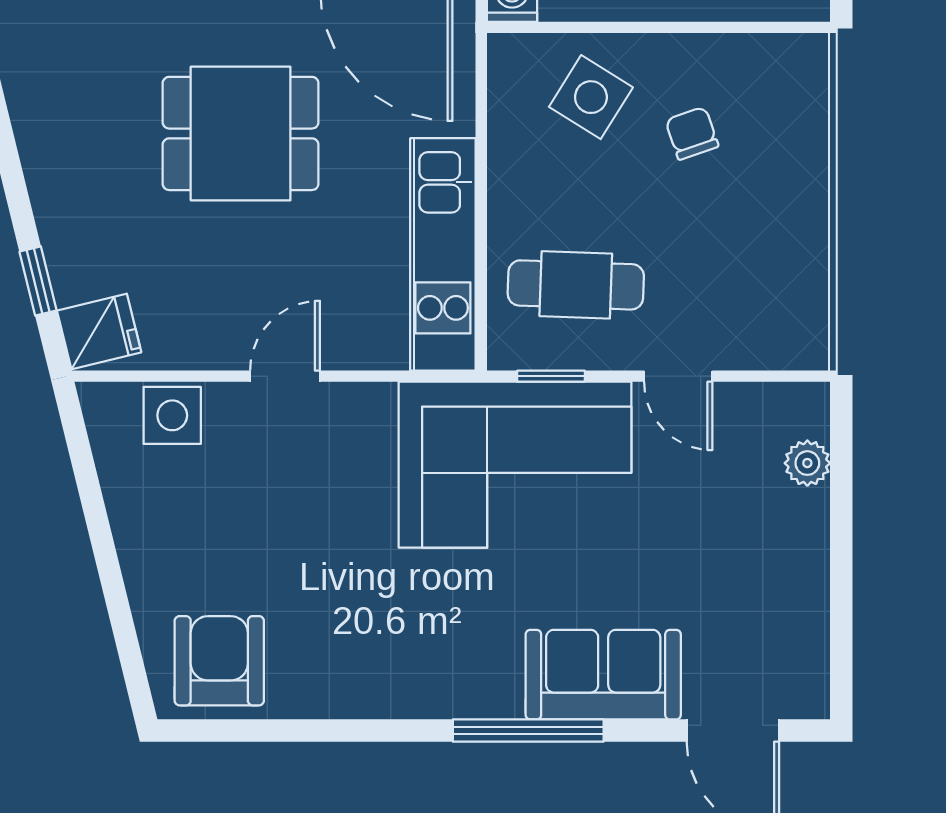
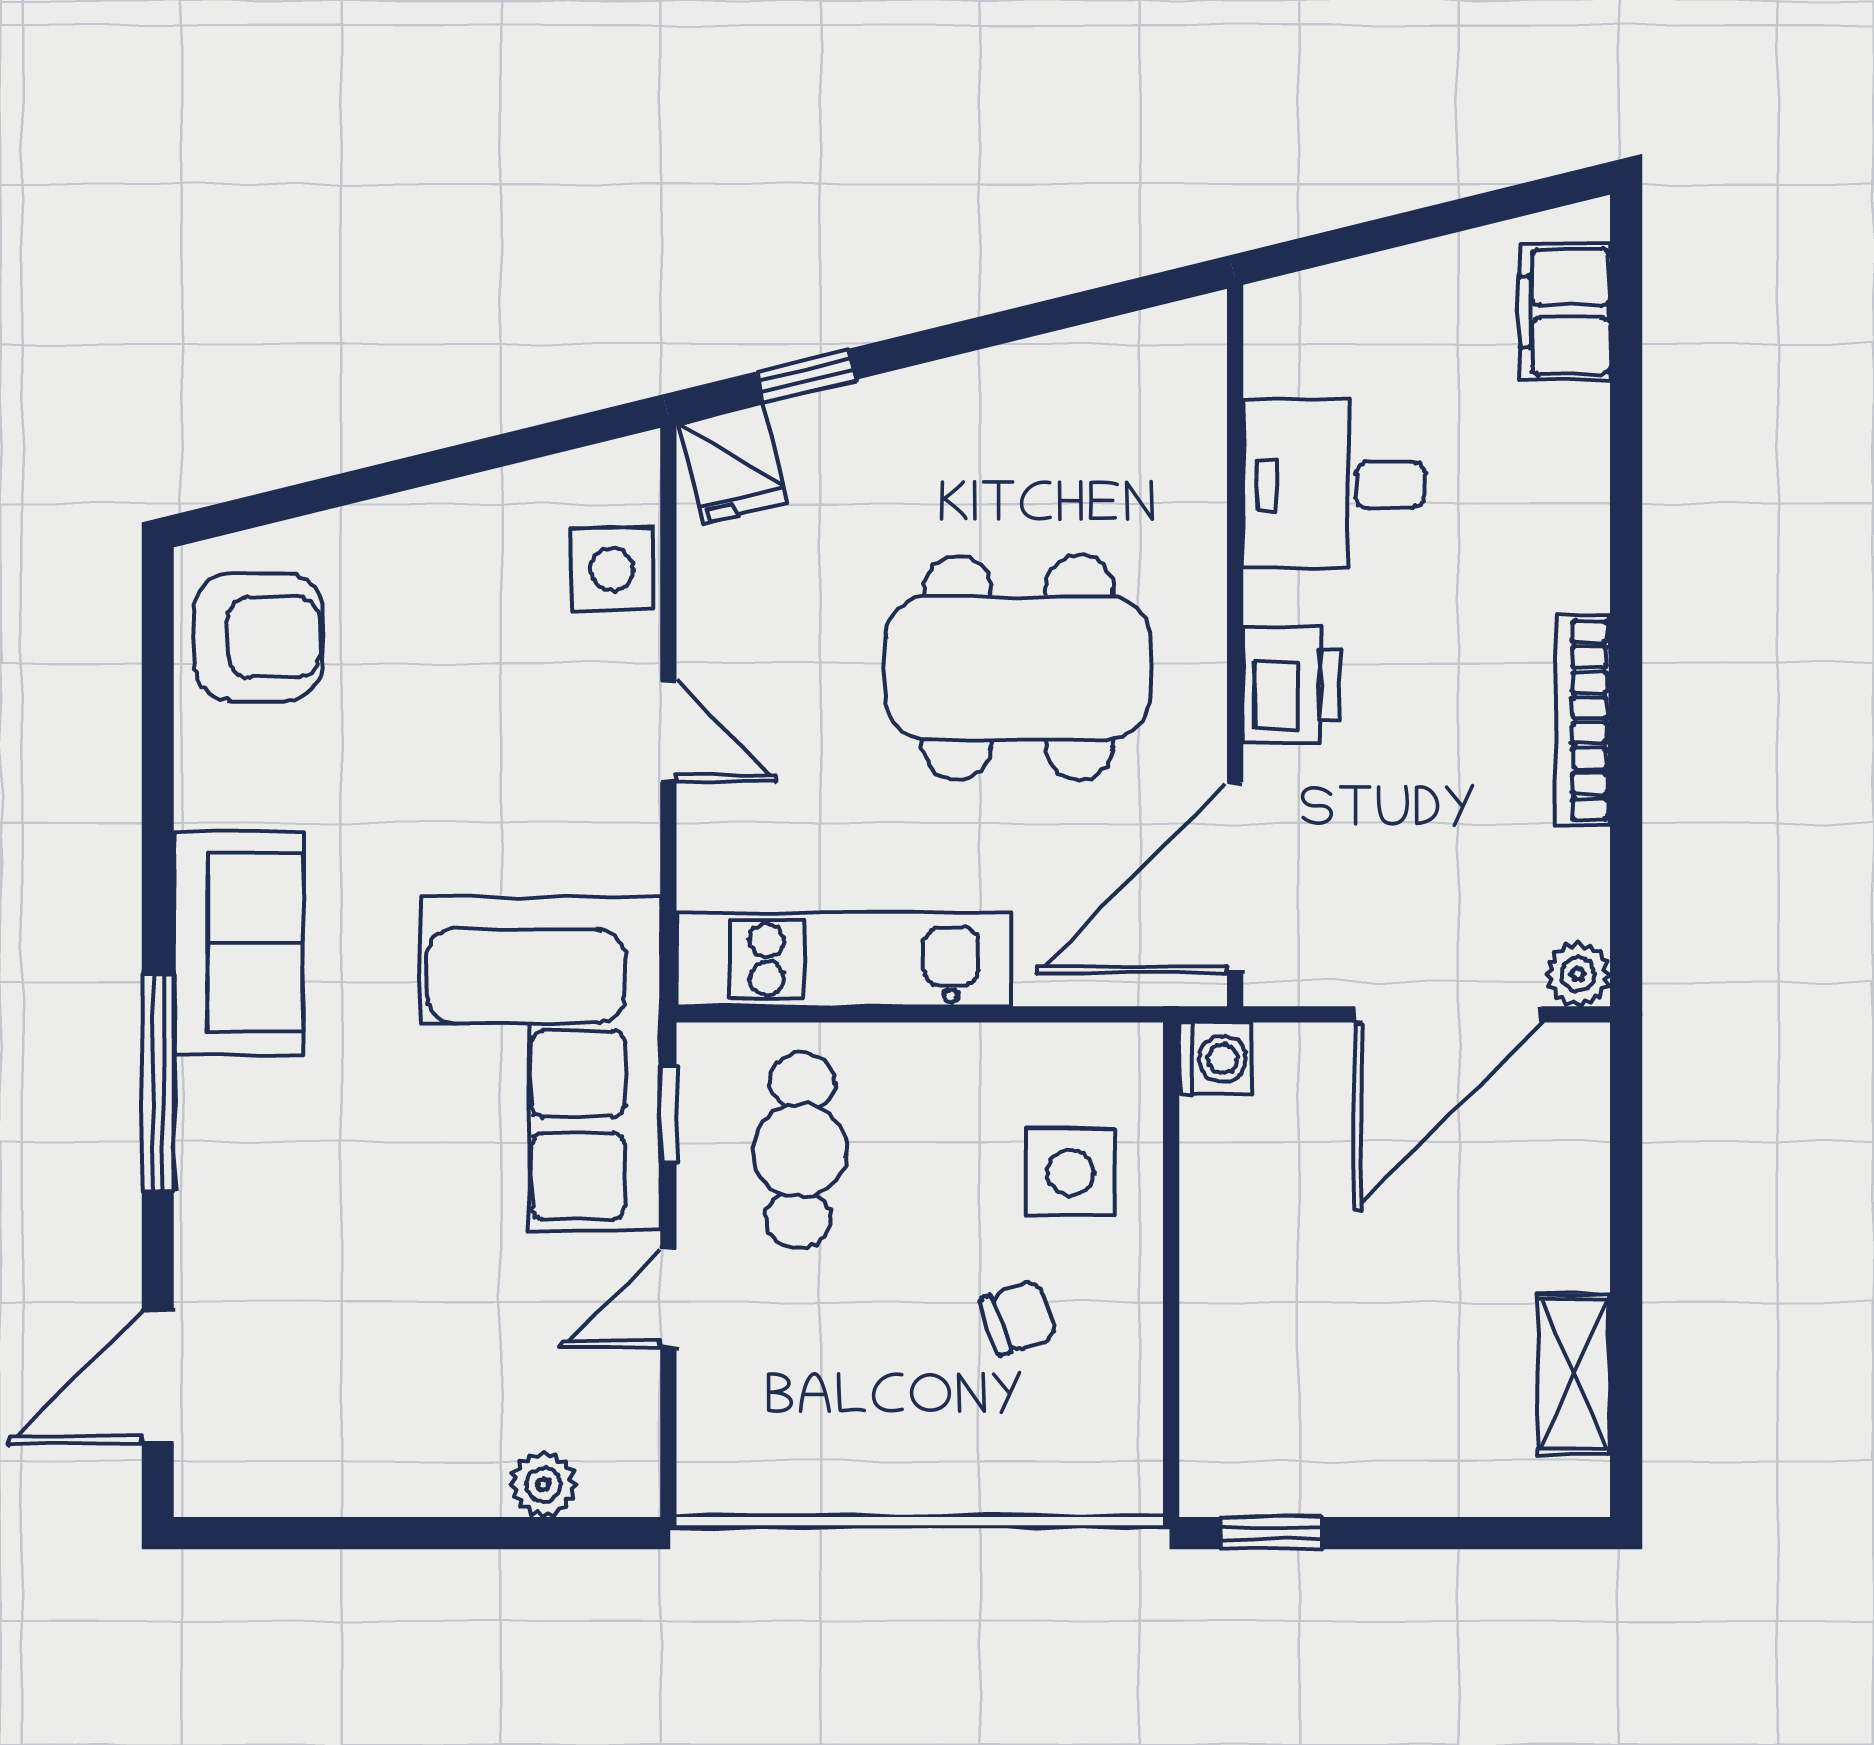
side table: (591, 97) -> (1071, 1173), turned -32
dining table: (241, 133) -> (1018, 668), width x1.38
sofa: (603, 675) -> (238, 943), moved

